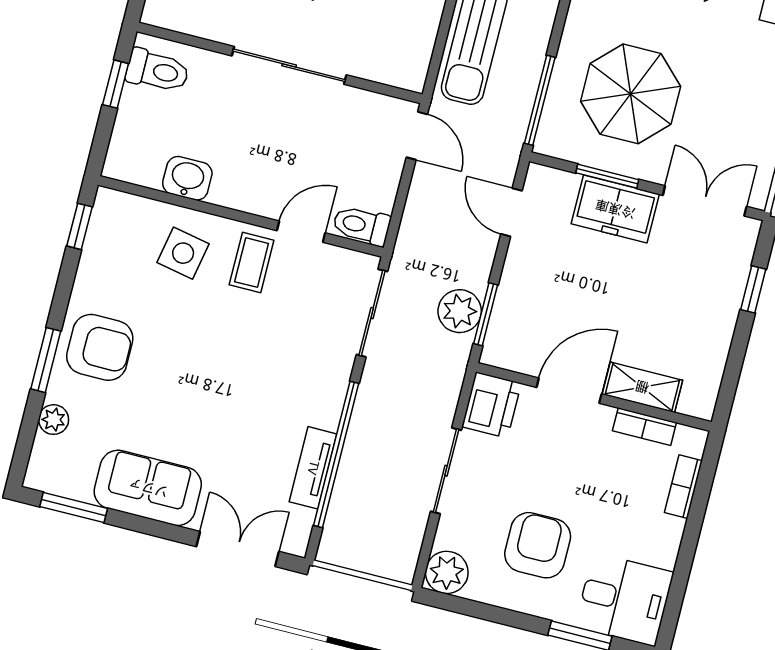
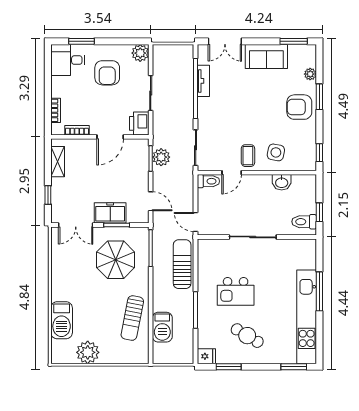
shelving: (642, 387) -> (58, 162), moved, turned 90

